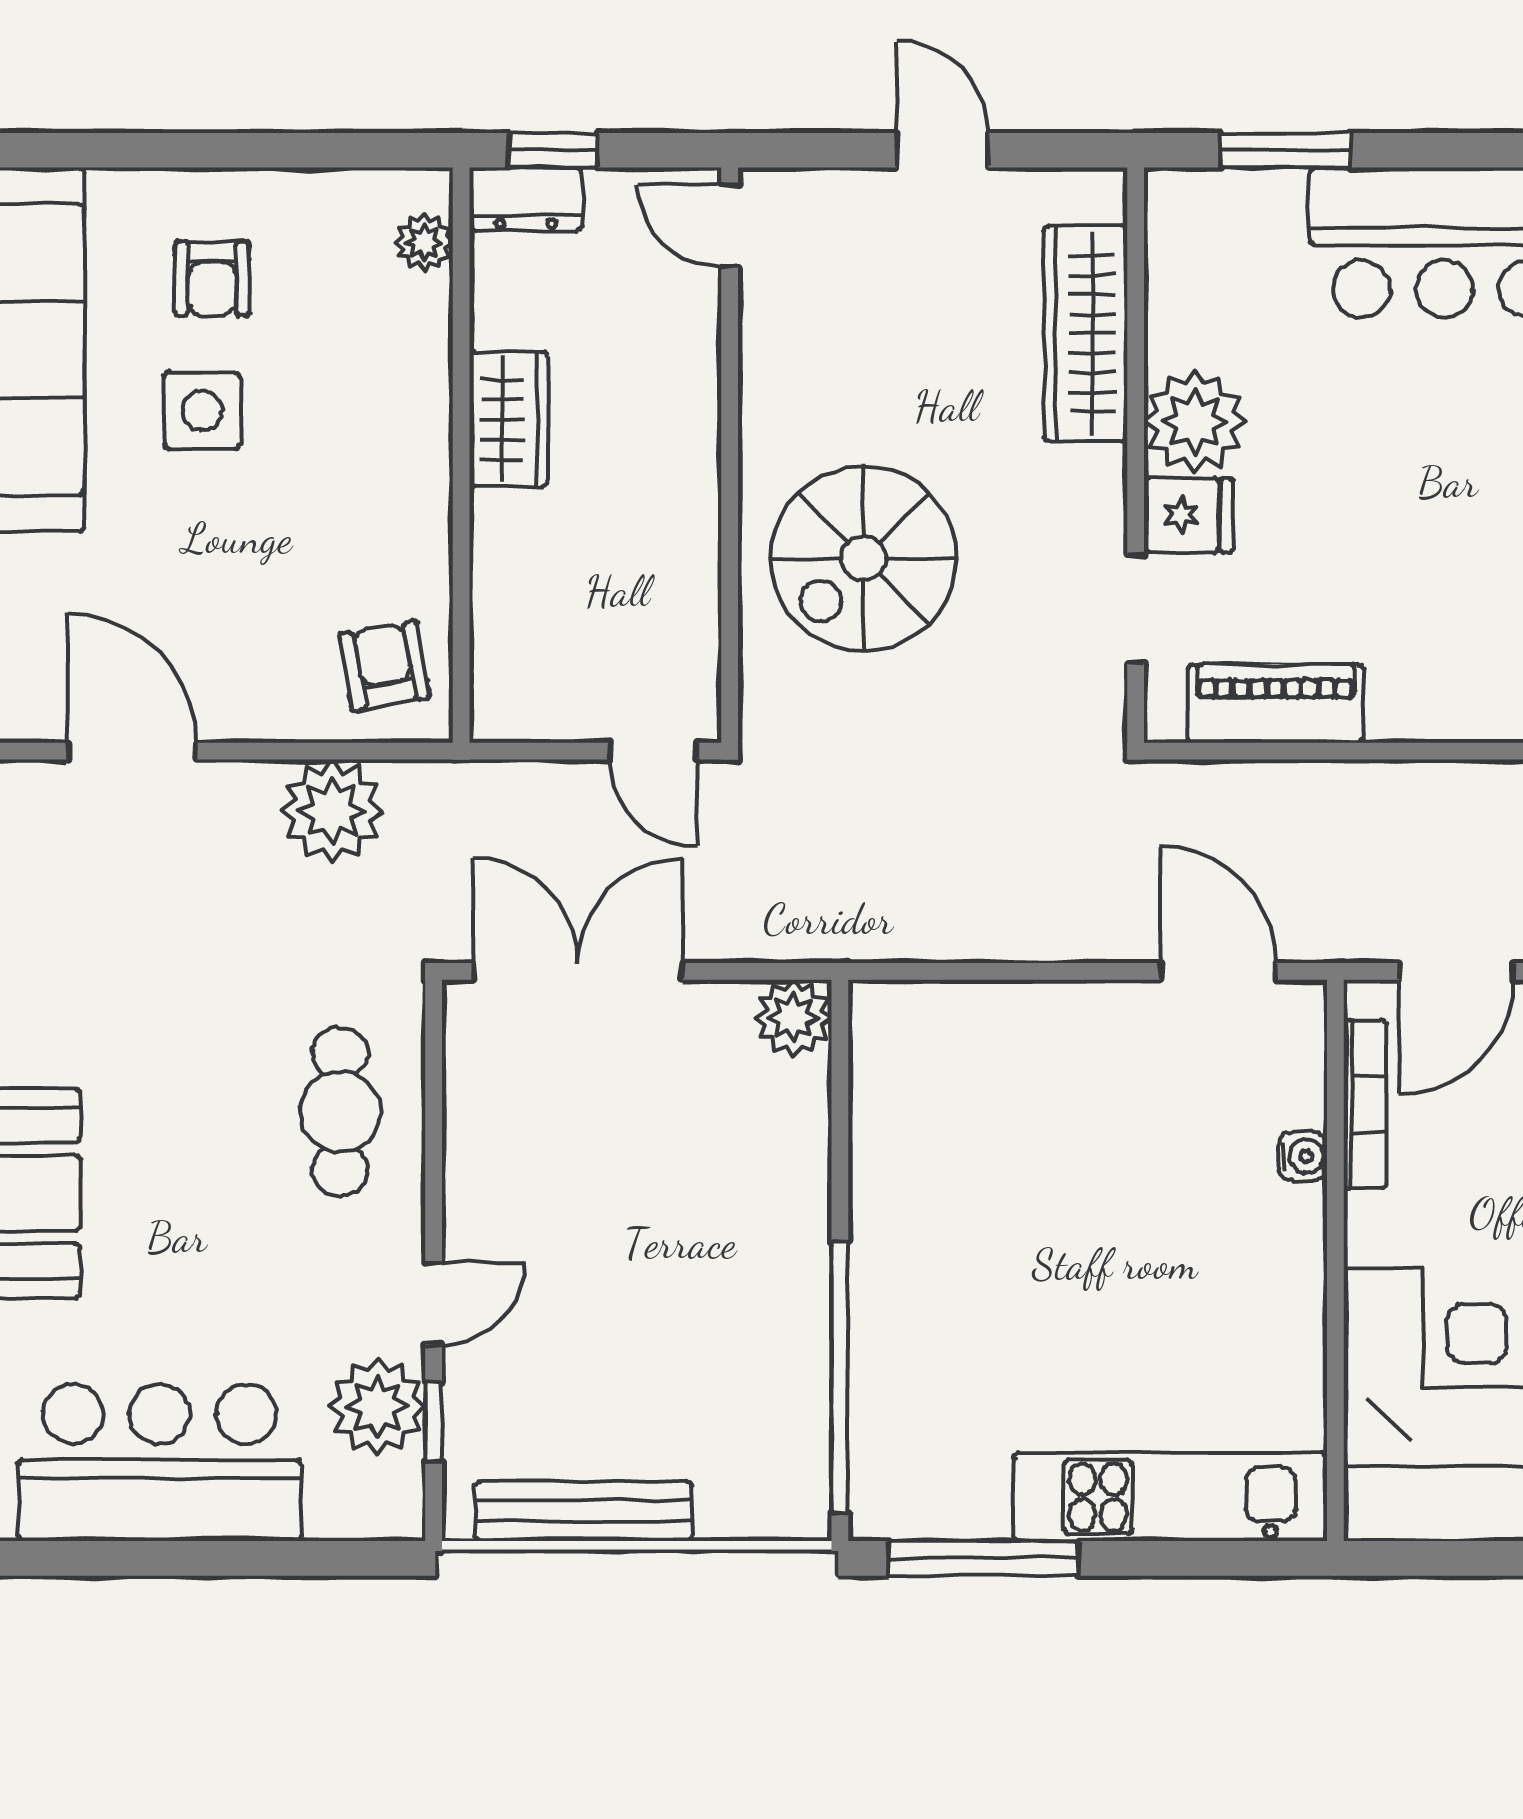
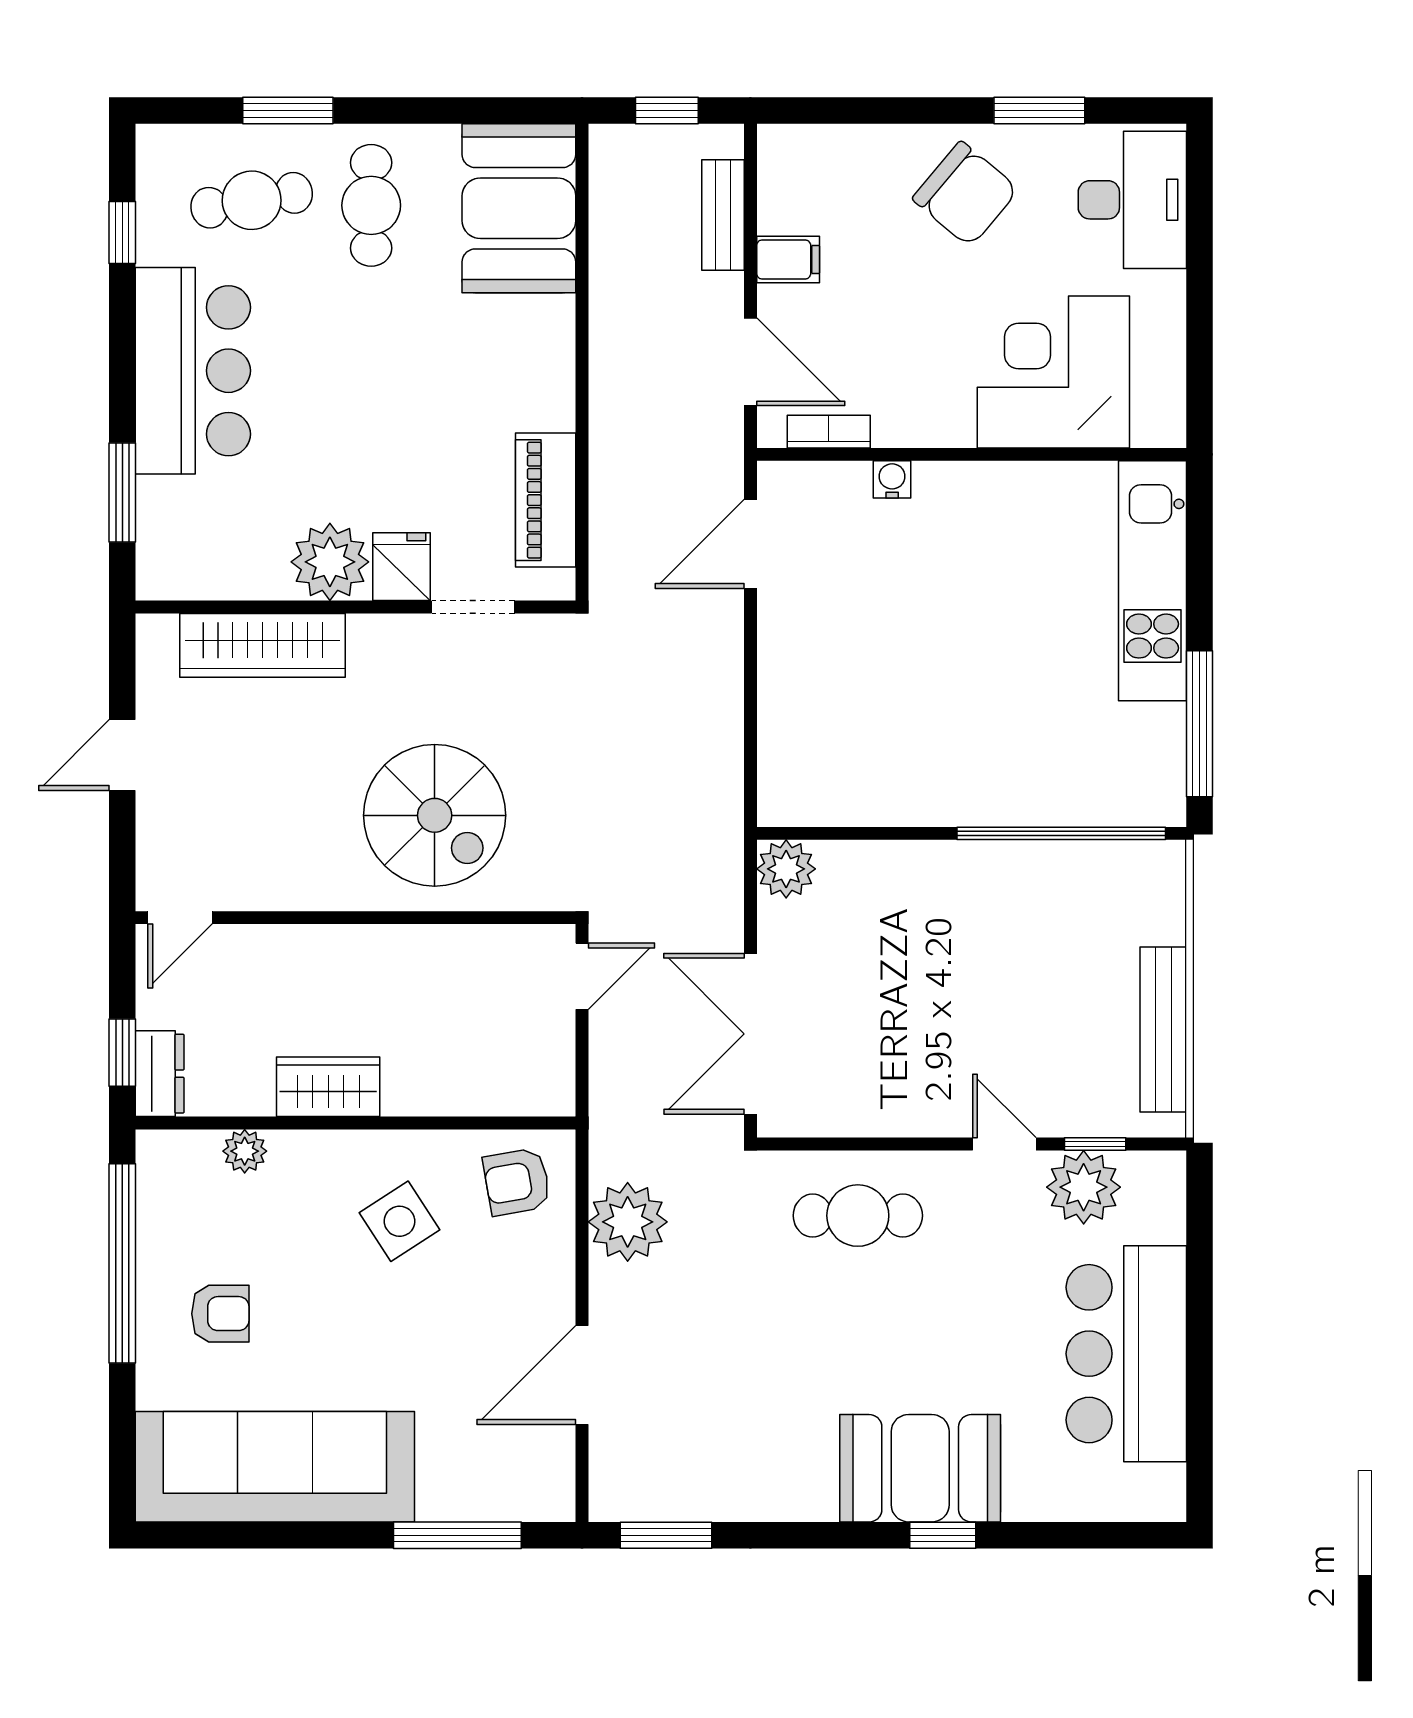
window: (278, 150) -> (122, 1263), added
plant: (424, 243) -> (245, 1151), moved
side table: (202, 411) -> (400, 1221), moved, turned -33
bookcase: (1365, 1104) -> (829, 432), width x0.64

